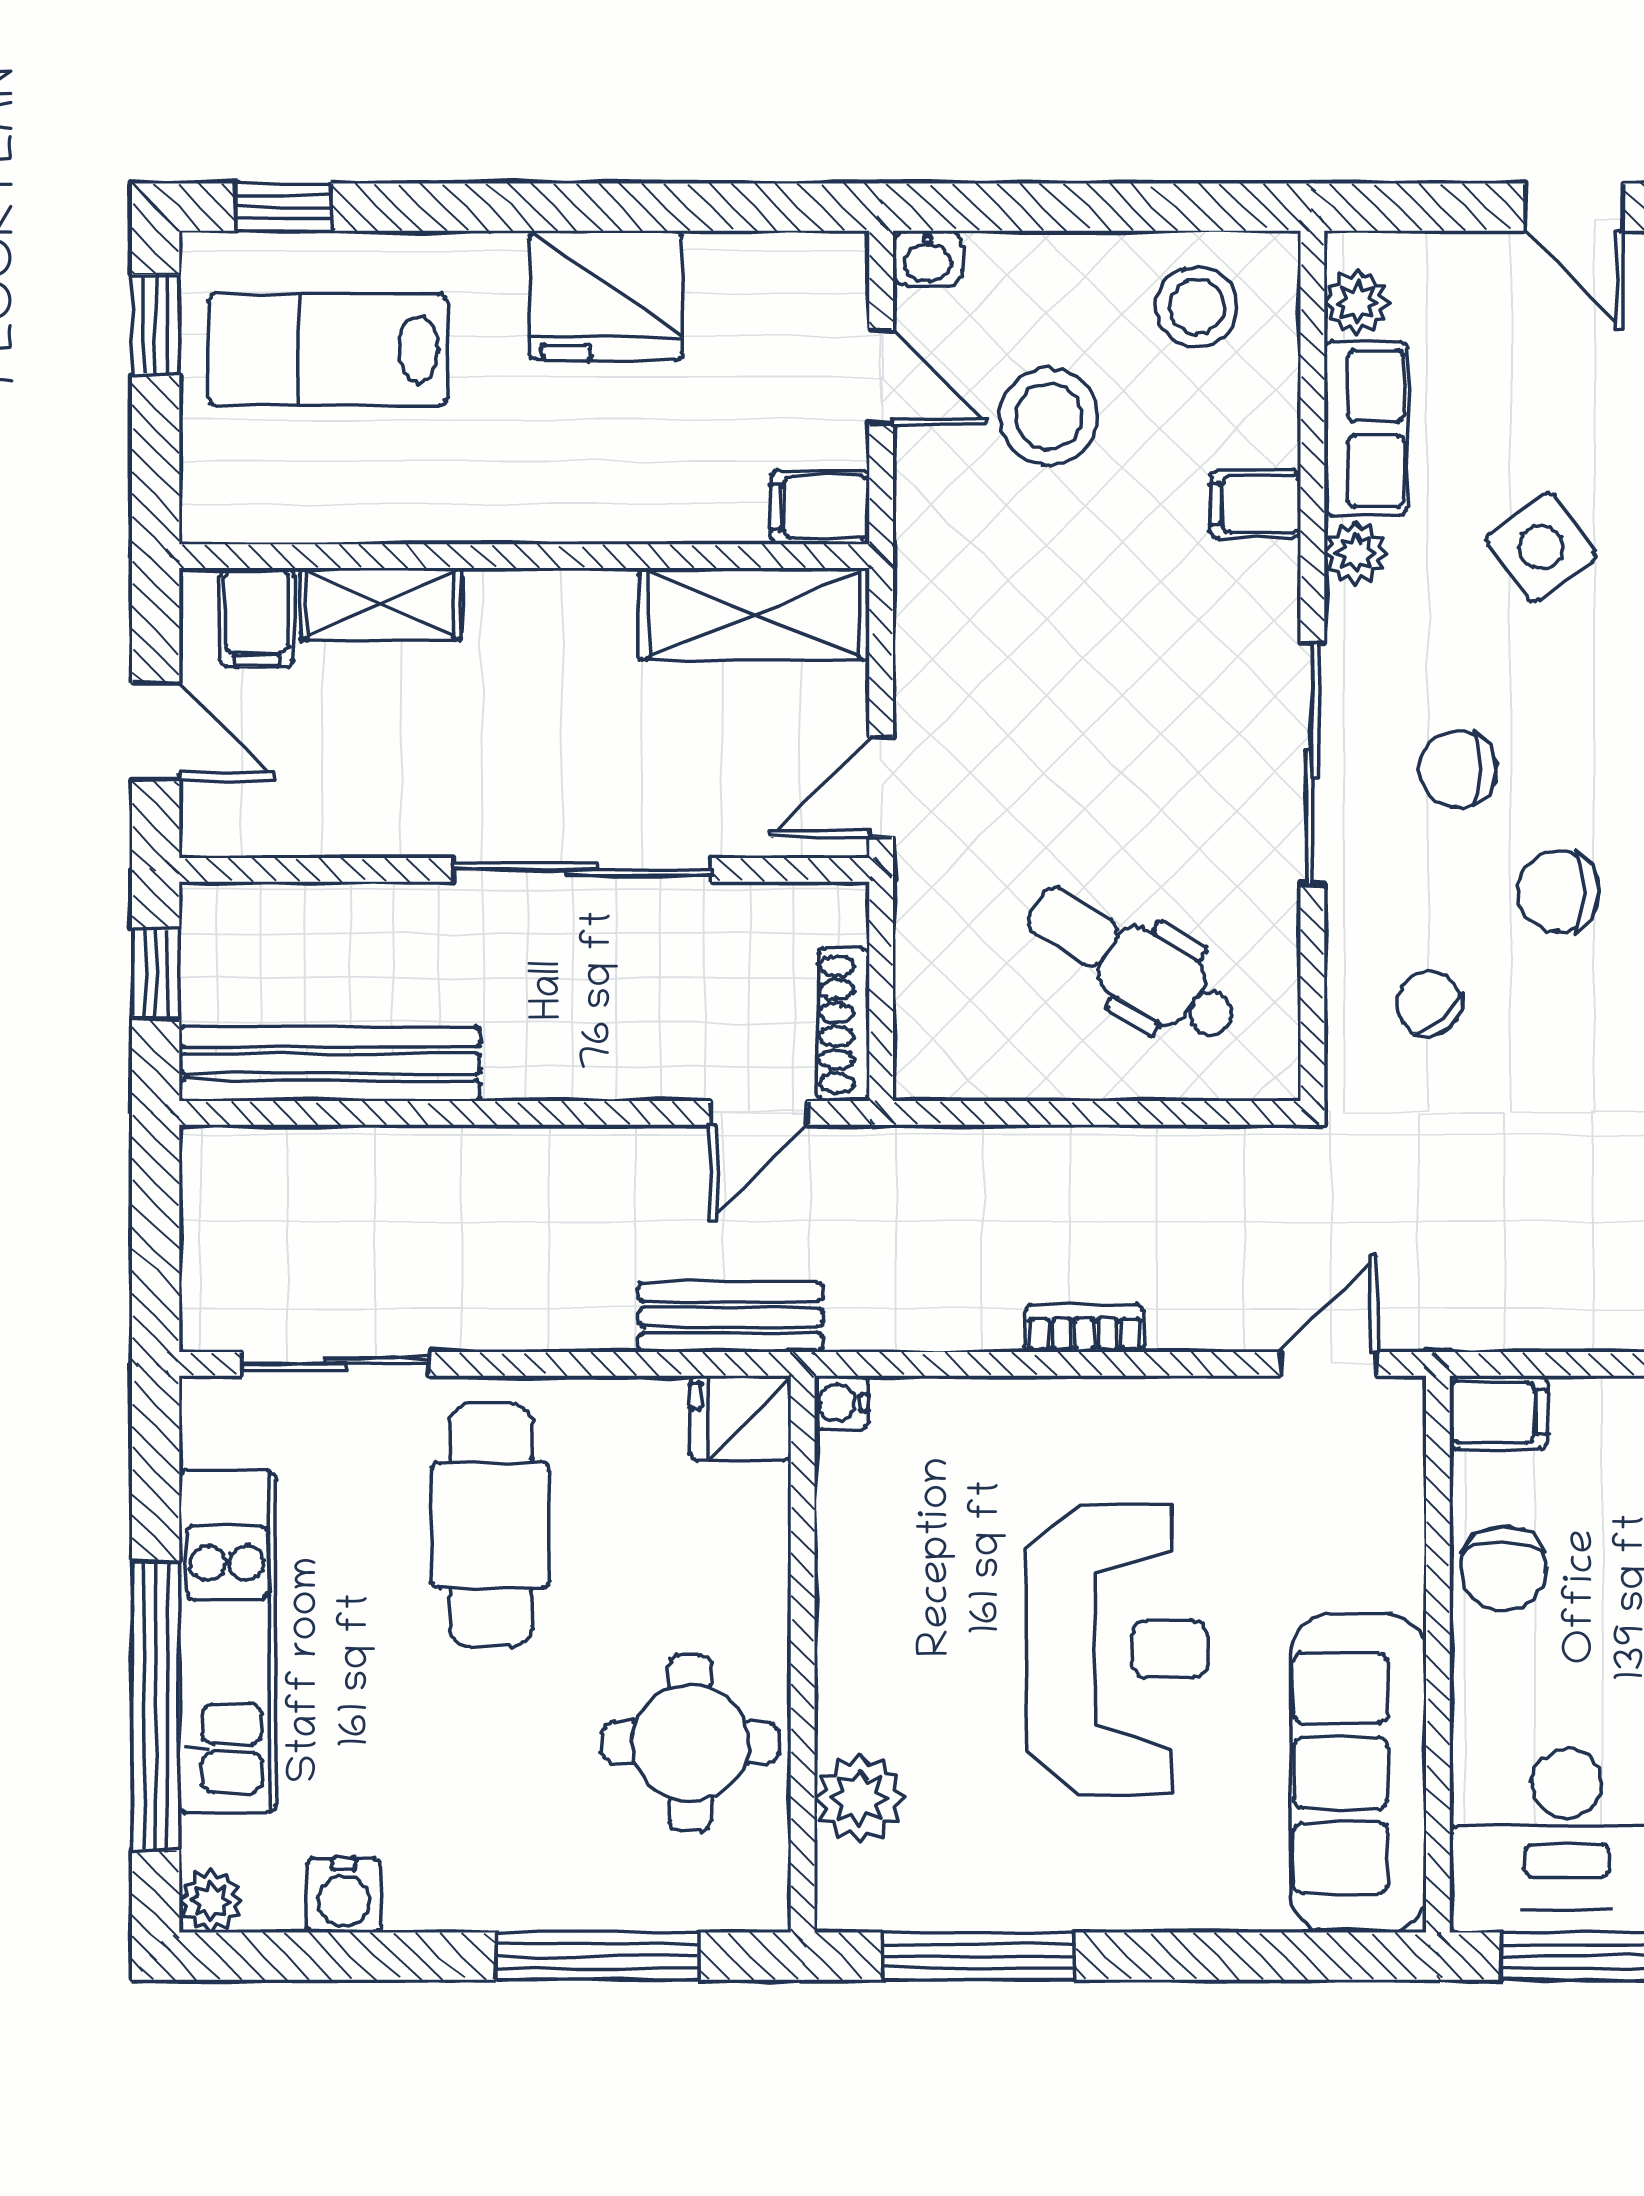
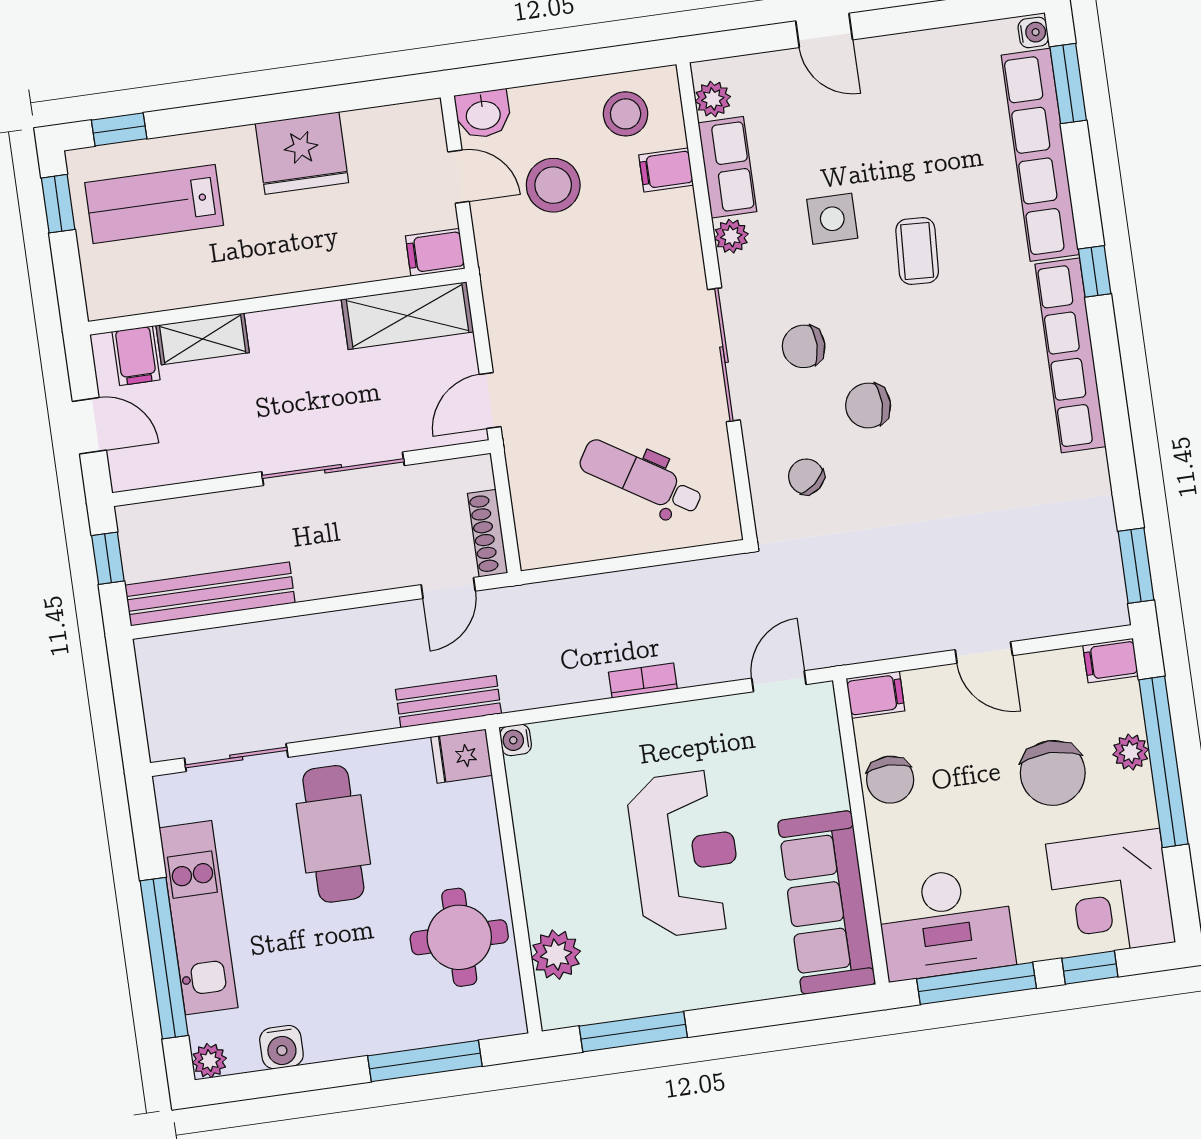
washbasin: (928, 259) -> (483, 114), width x1.38, depth x1.45
filing cabinet: (1255, 504) -> (666, 170), moved
side table: (1541, 547) -> (832, 219), turned 36

